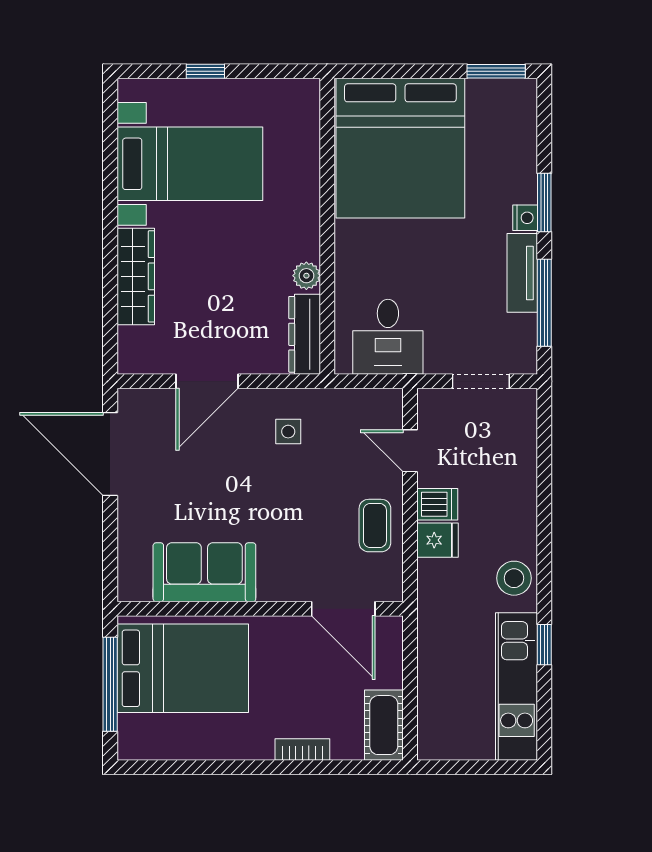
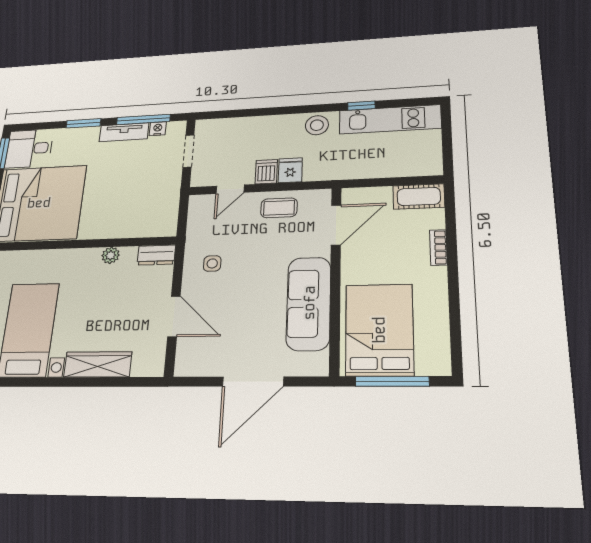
nightstand: (525, 218) -> (158, 129), moved
dresser: (305, 334) -> (156, 255), width x0.70
desk: (388, 337) -> (29, 148), moved, turned 180
door: (110, 454) -> (253, 382), moved
sofa: (204, 572) -> (309, 303), width x1.36

